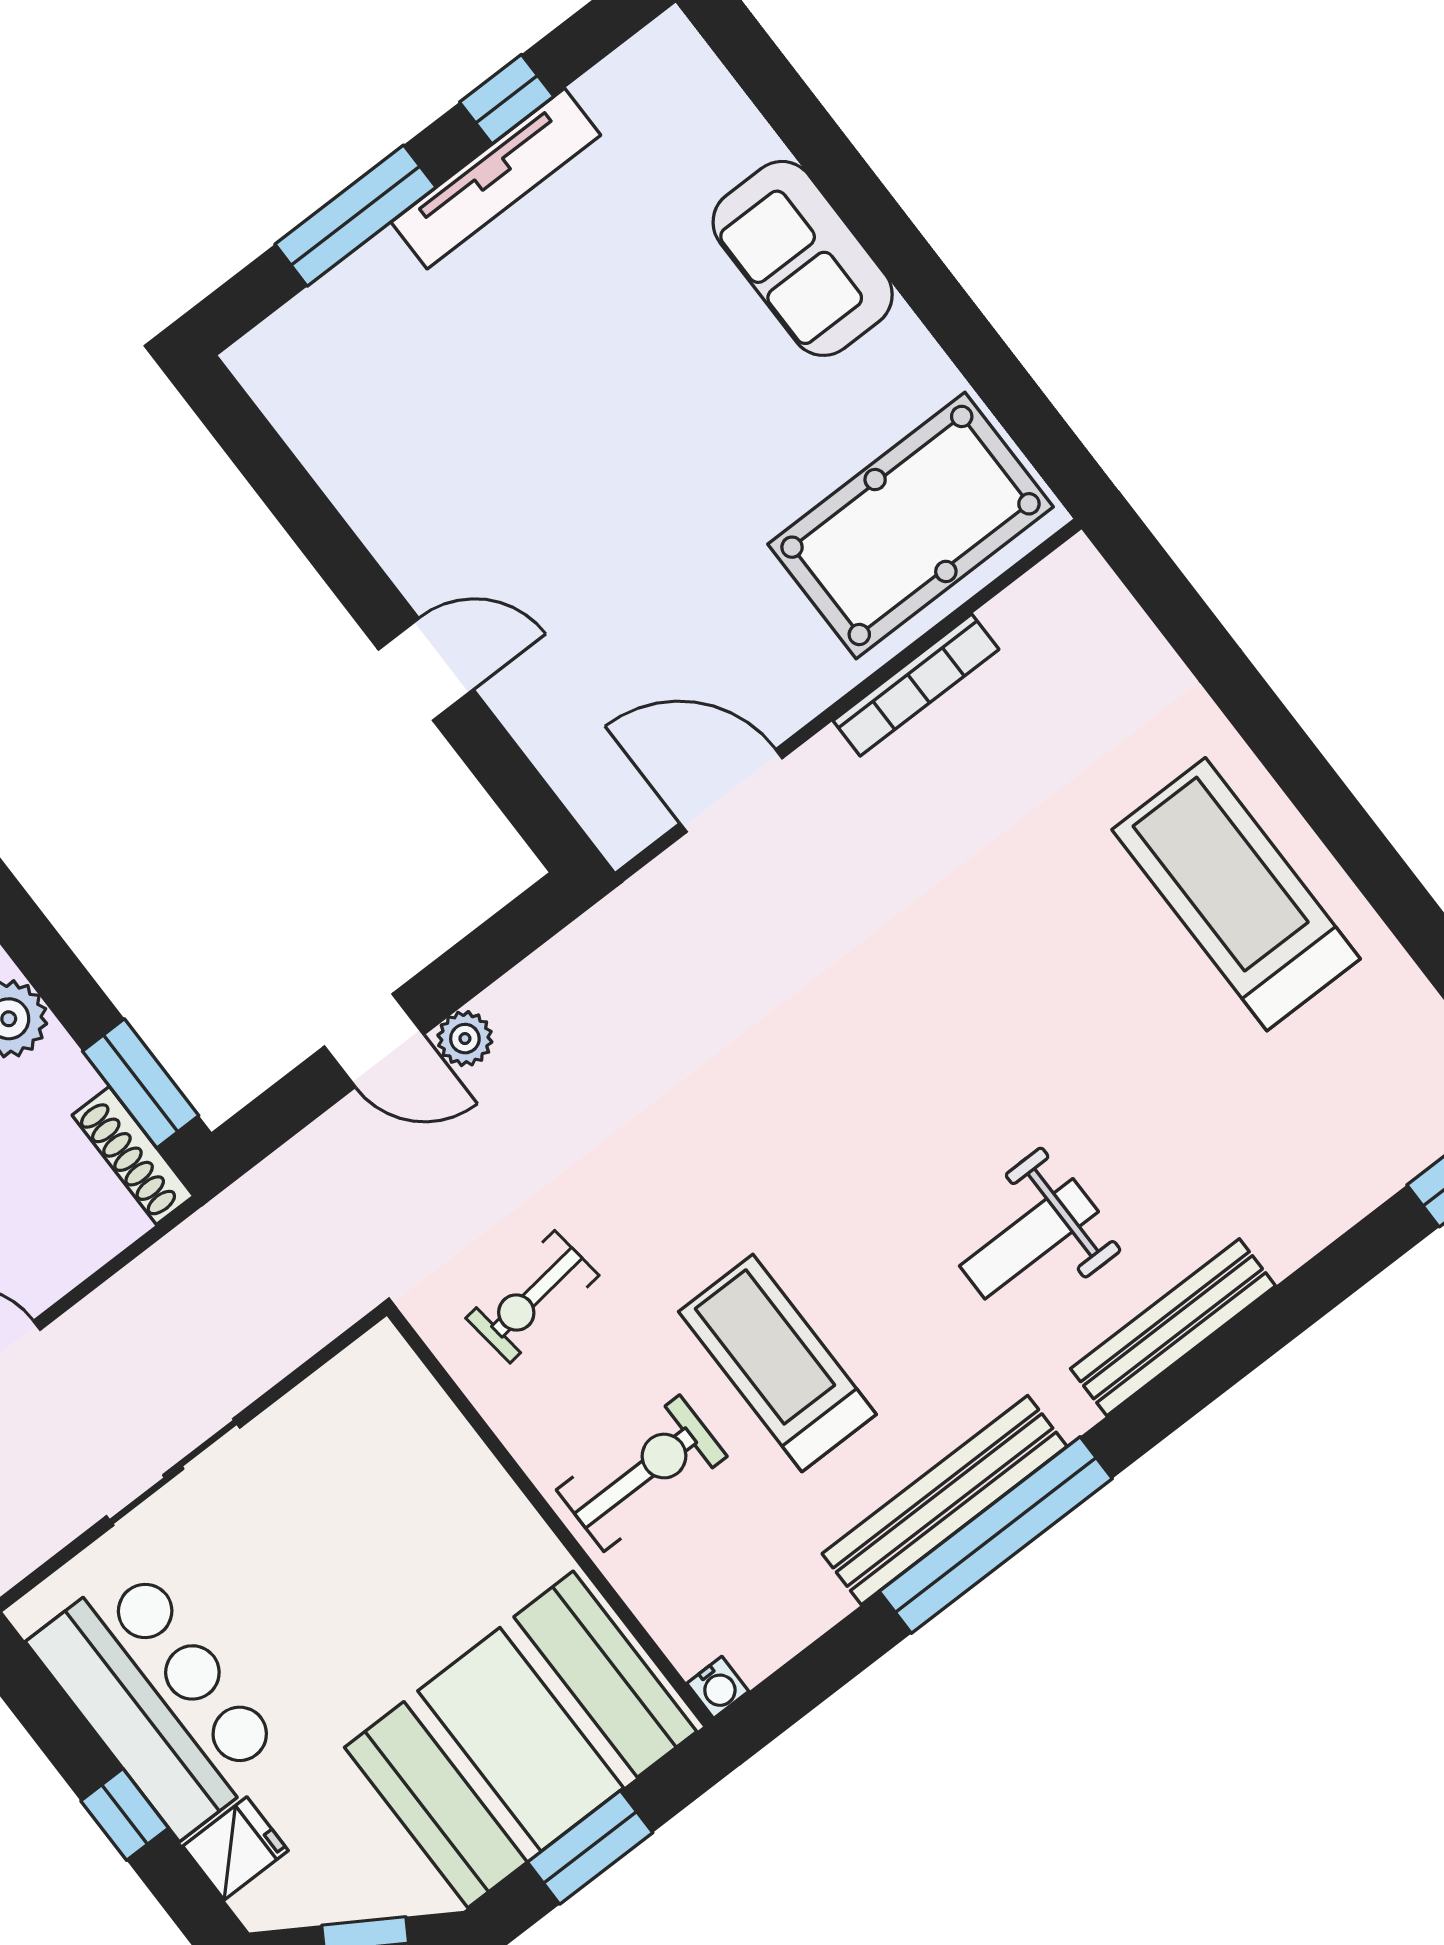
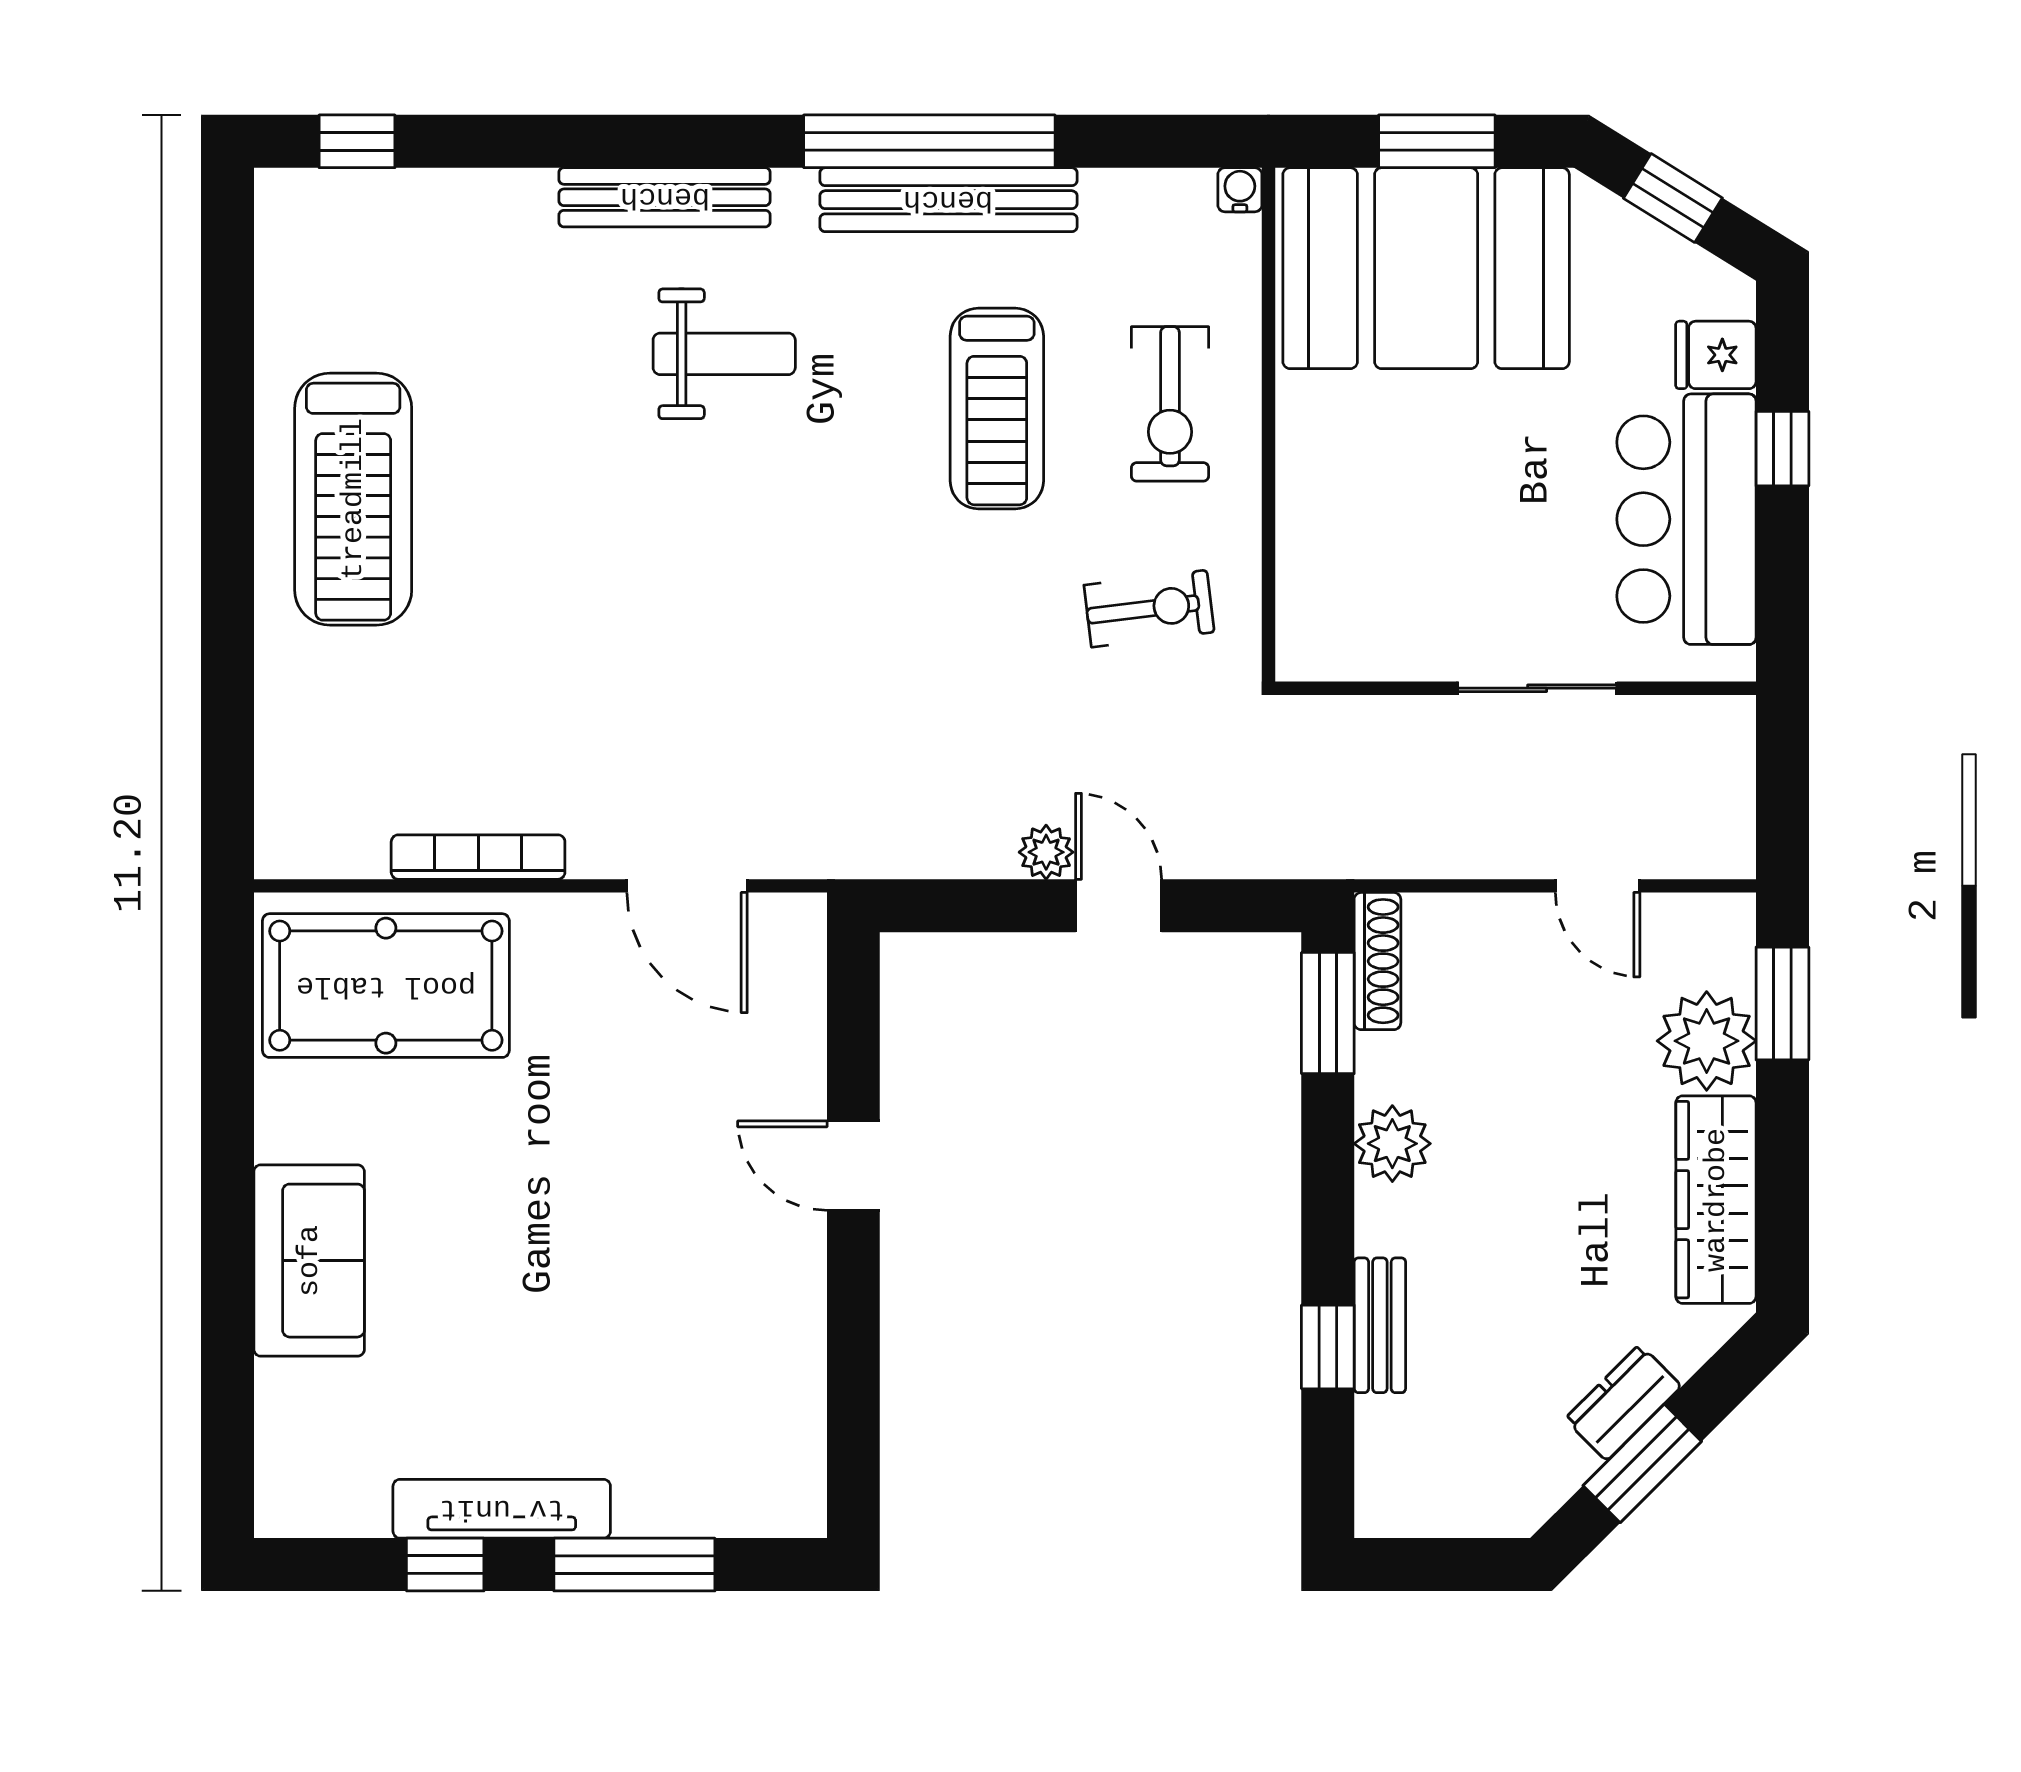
exercise bike: (642, 1473) -> (1170, 404), turned -90

